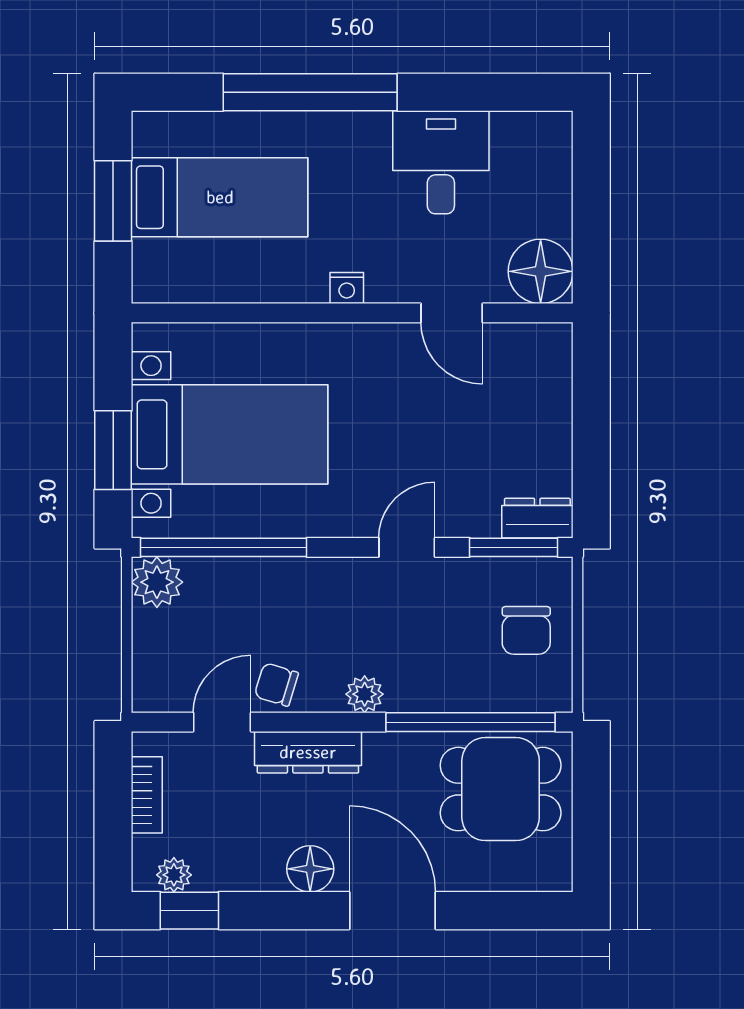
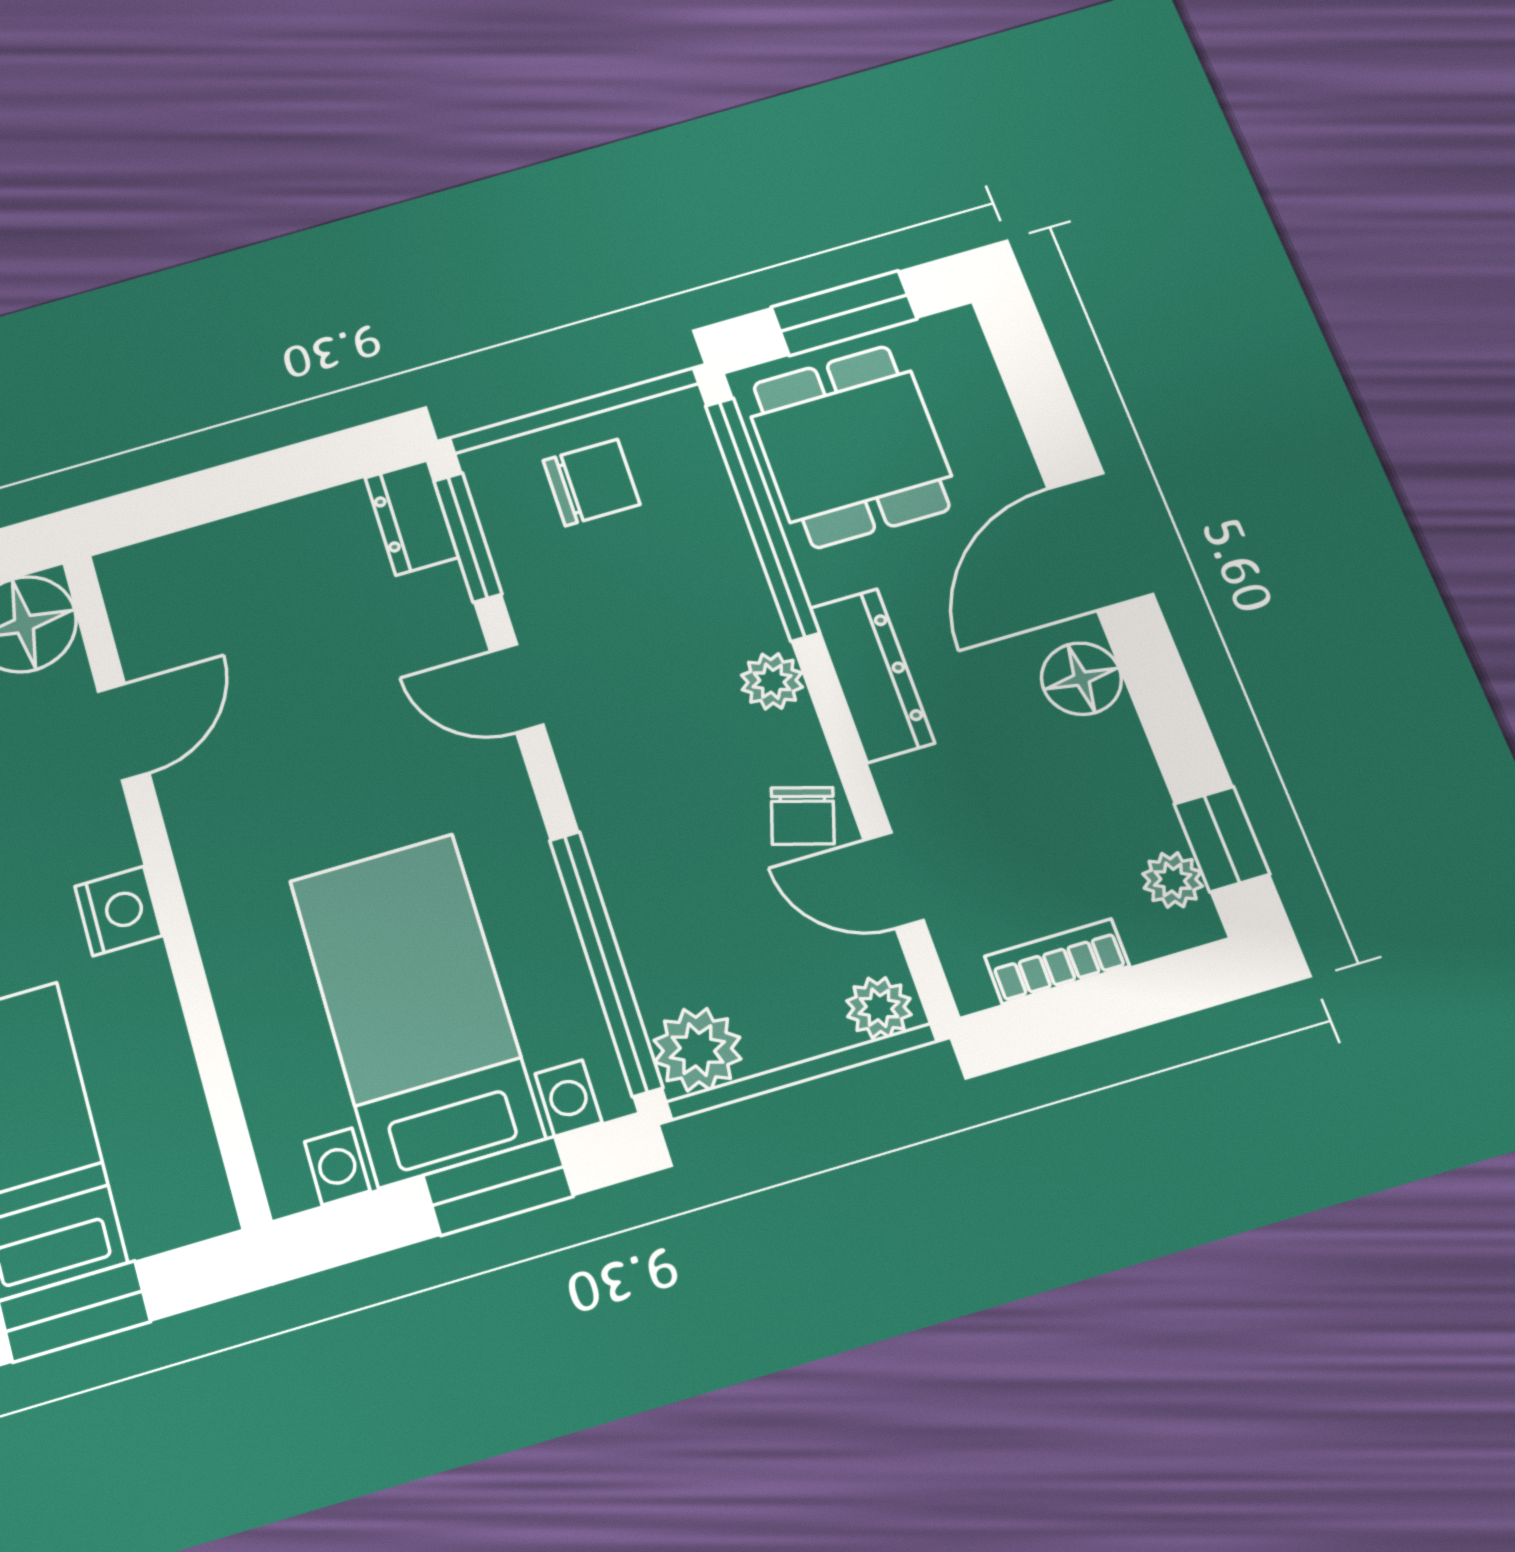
nightstand: (347, 288) -> (118, 911), width x1.39, depth x1.35
plant: (150, 689) -> (879, 1008), added
dresser: (308, 752) -> (872, 675), moved
window: (591, 815) -> (844, 313), added

